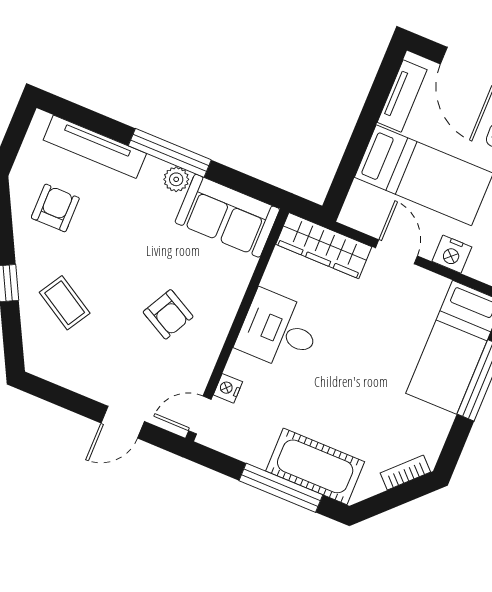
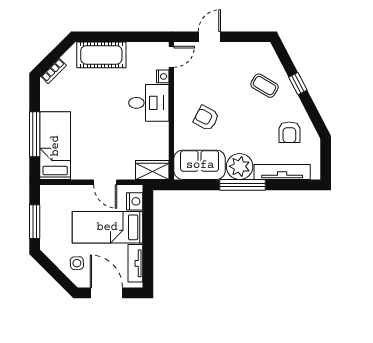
plant: (176, 179) -> (240, 166), width x1.88, depth x1.88
wardrobe: (324, 246) -> (152, 170), width x0.67
nightstand: (452, 254) -> (135, 201), moved, turned 90
armchair: (168, 314) -> (206, 118), moved
desk: (279, 331) -> (149, 103), moved
window: (281, 488) -> (114, 37), removed

